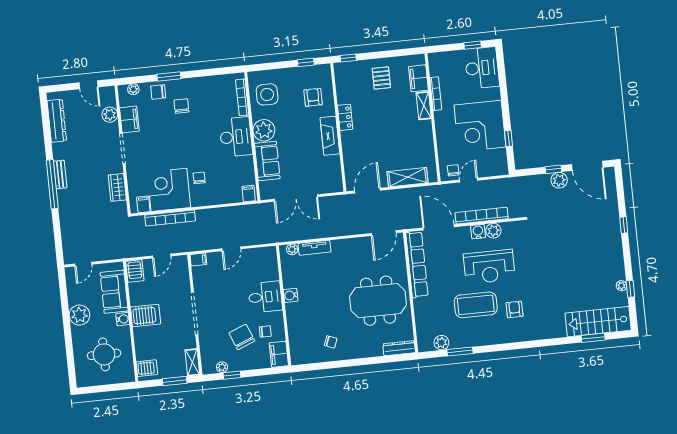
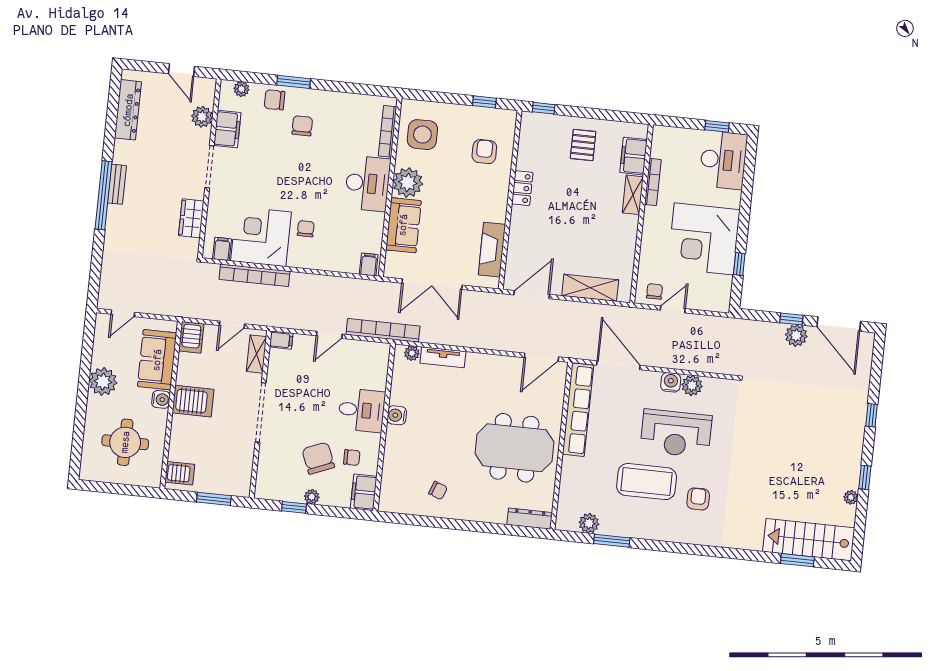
fireplace: (330, 136) -> (492, 250), moved
bookcase: (482, 216) -> (383, 330), moved
window: (630, 289) -> (865, 477), moved
shelving: (192, 362) -> (256, 354), moved
plant: (222, 367) -> (312, 497), moved

